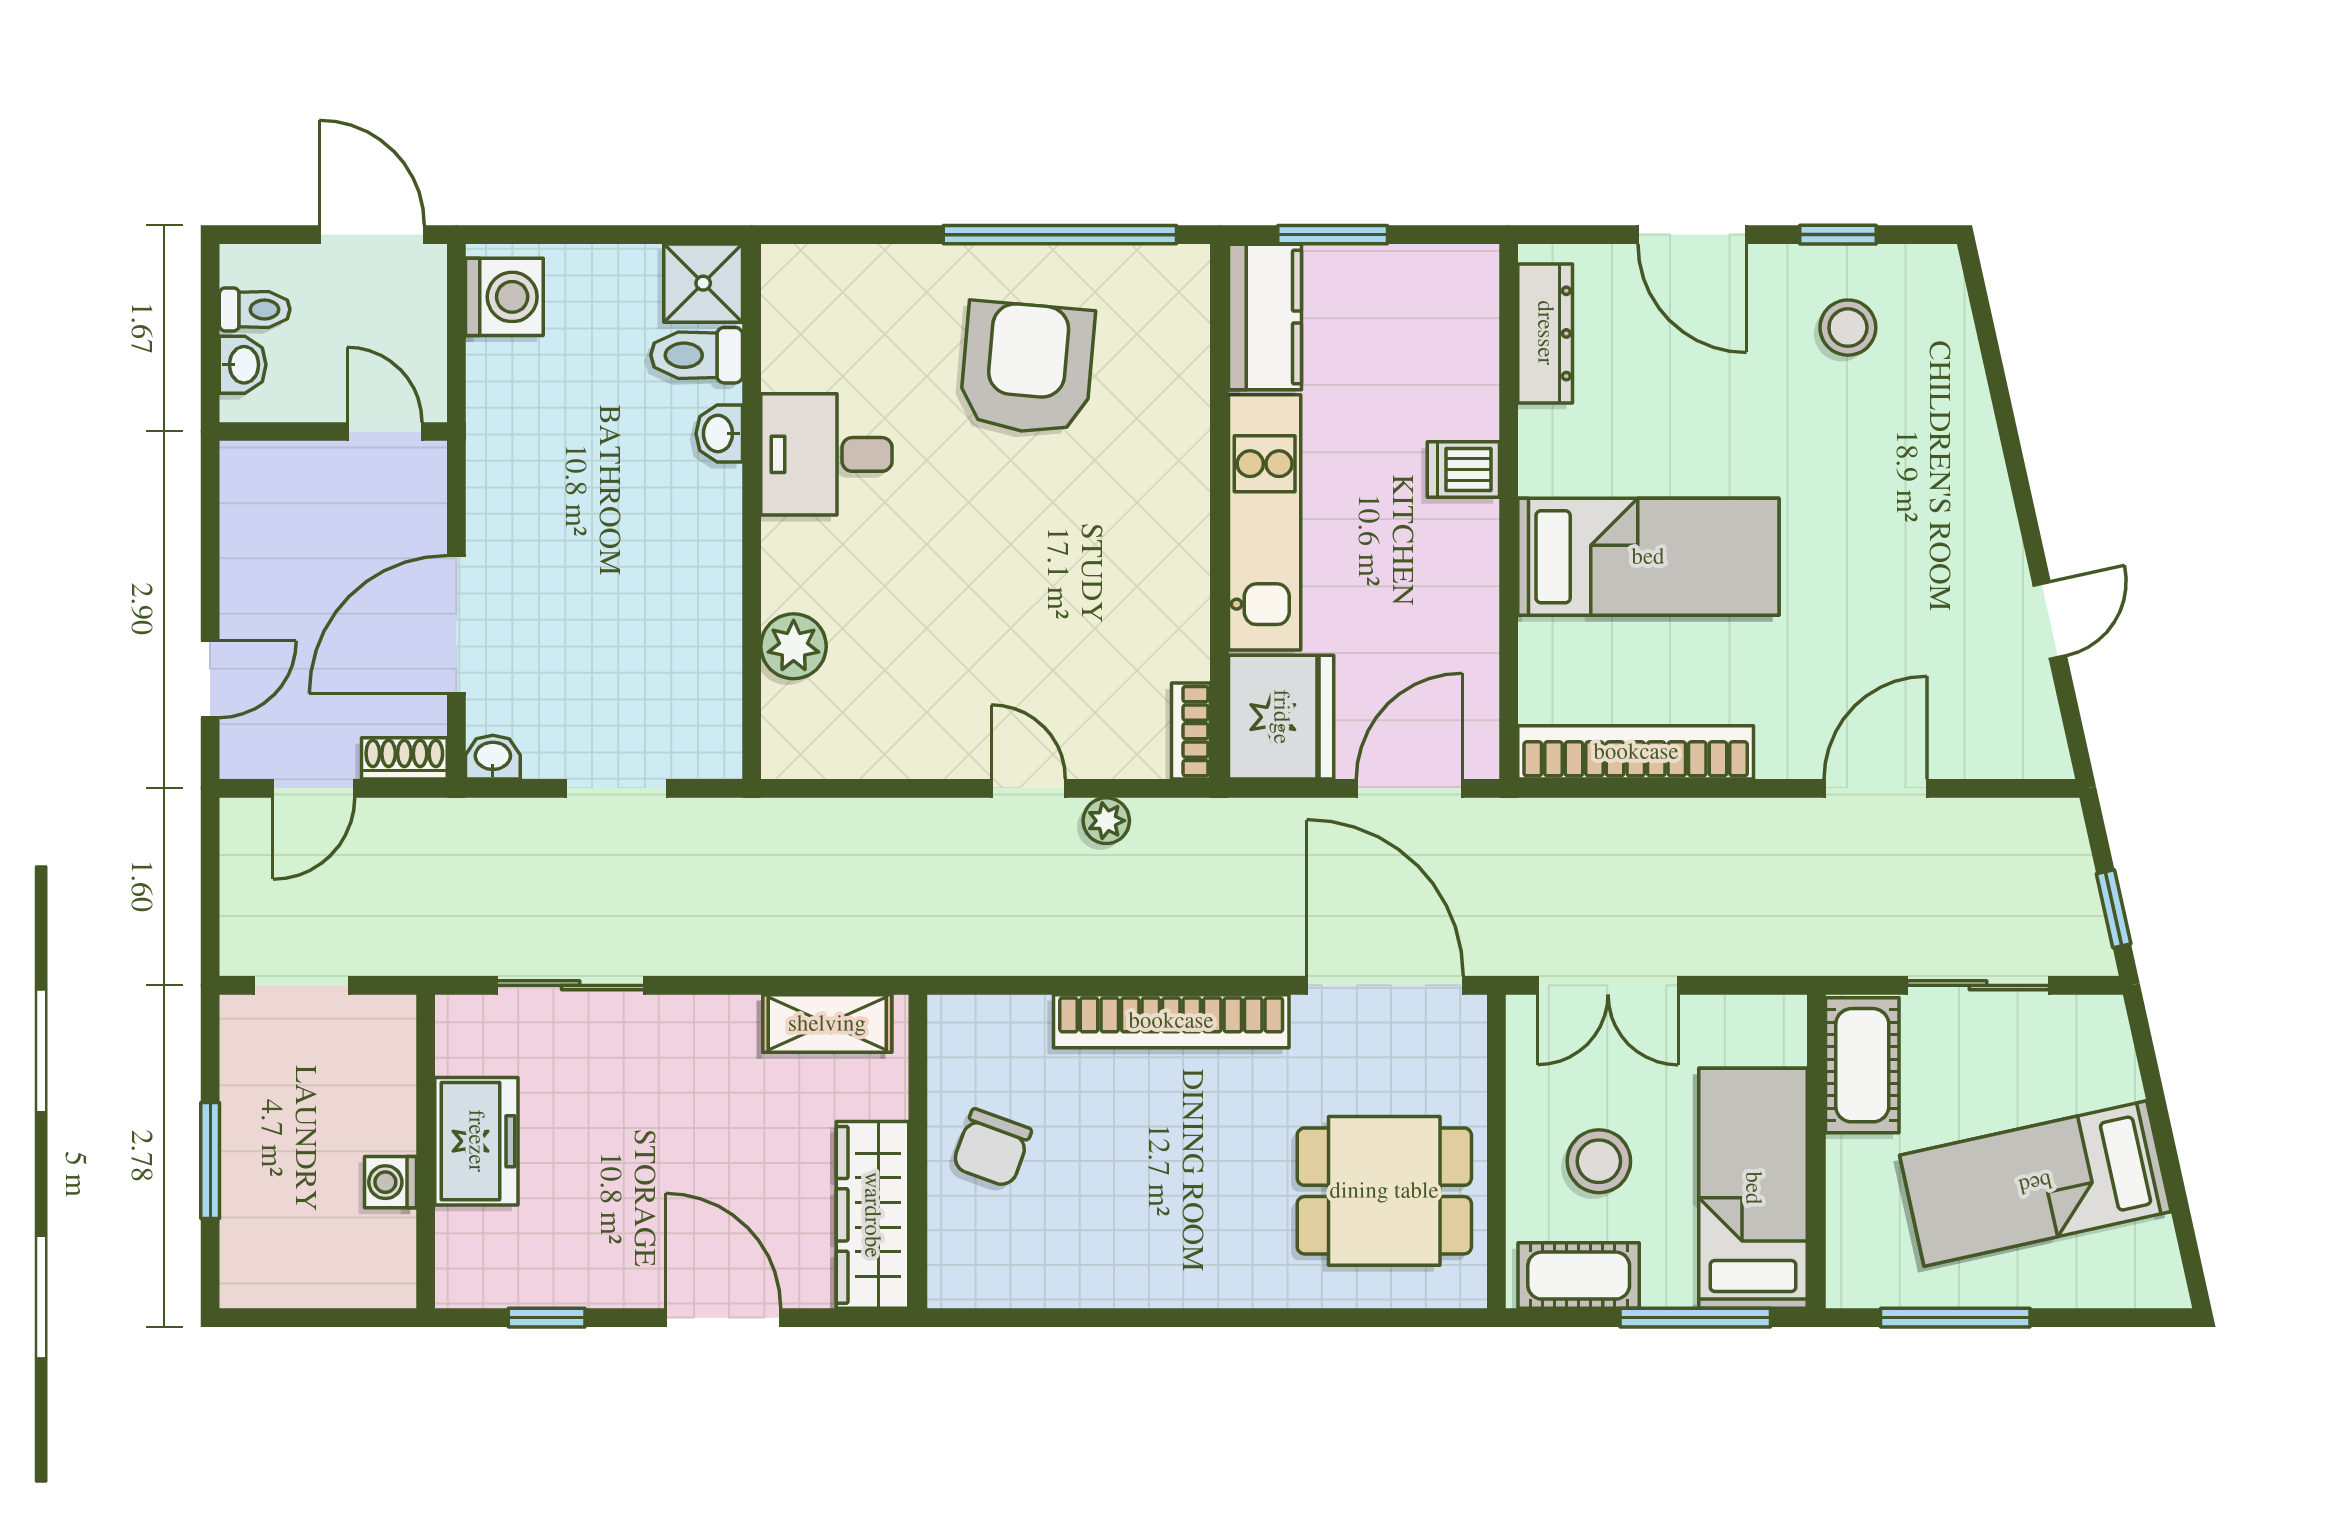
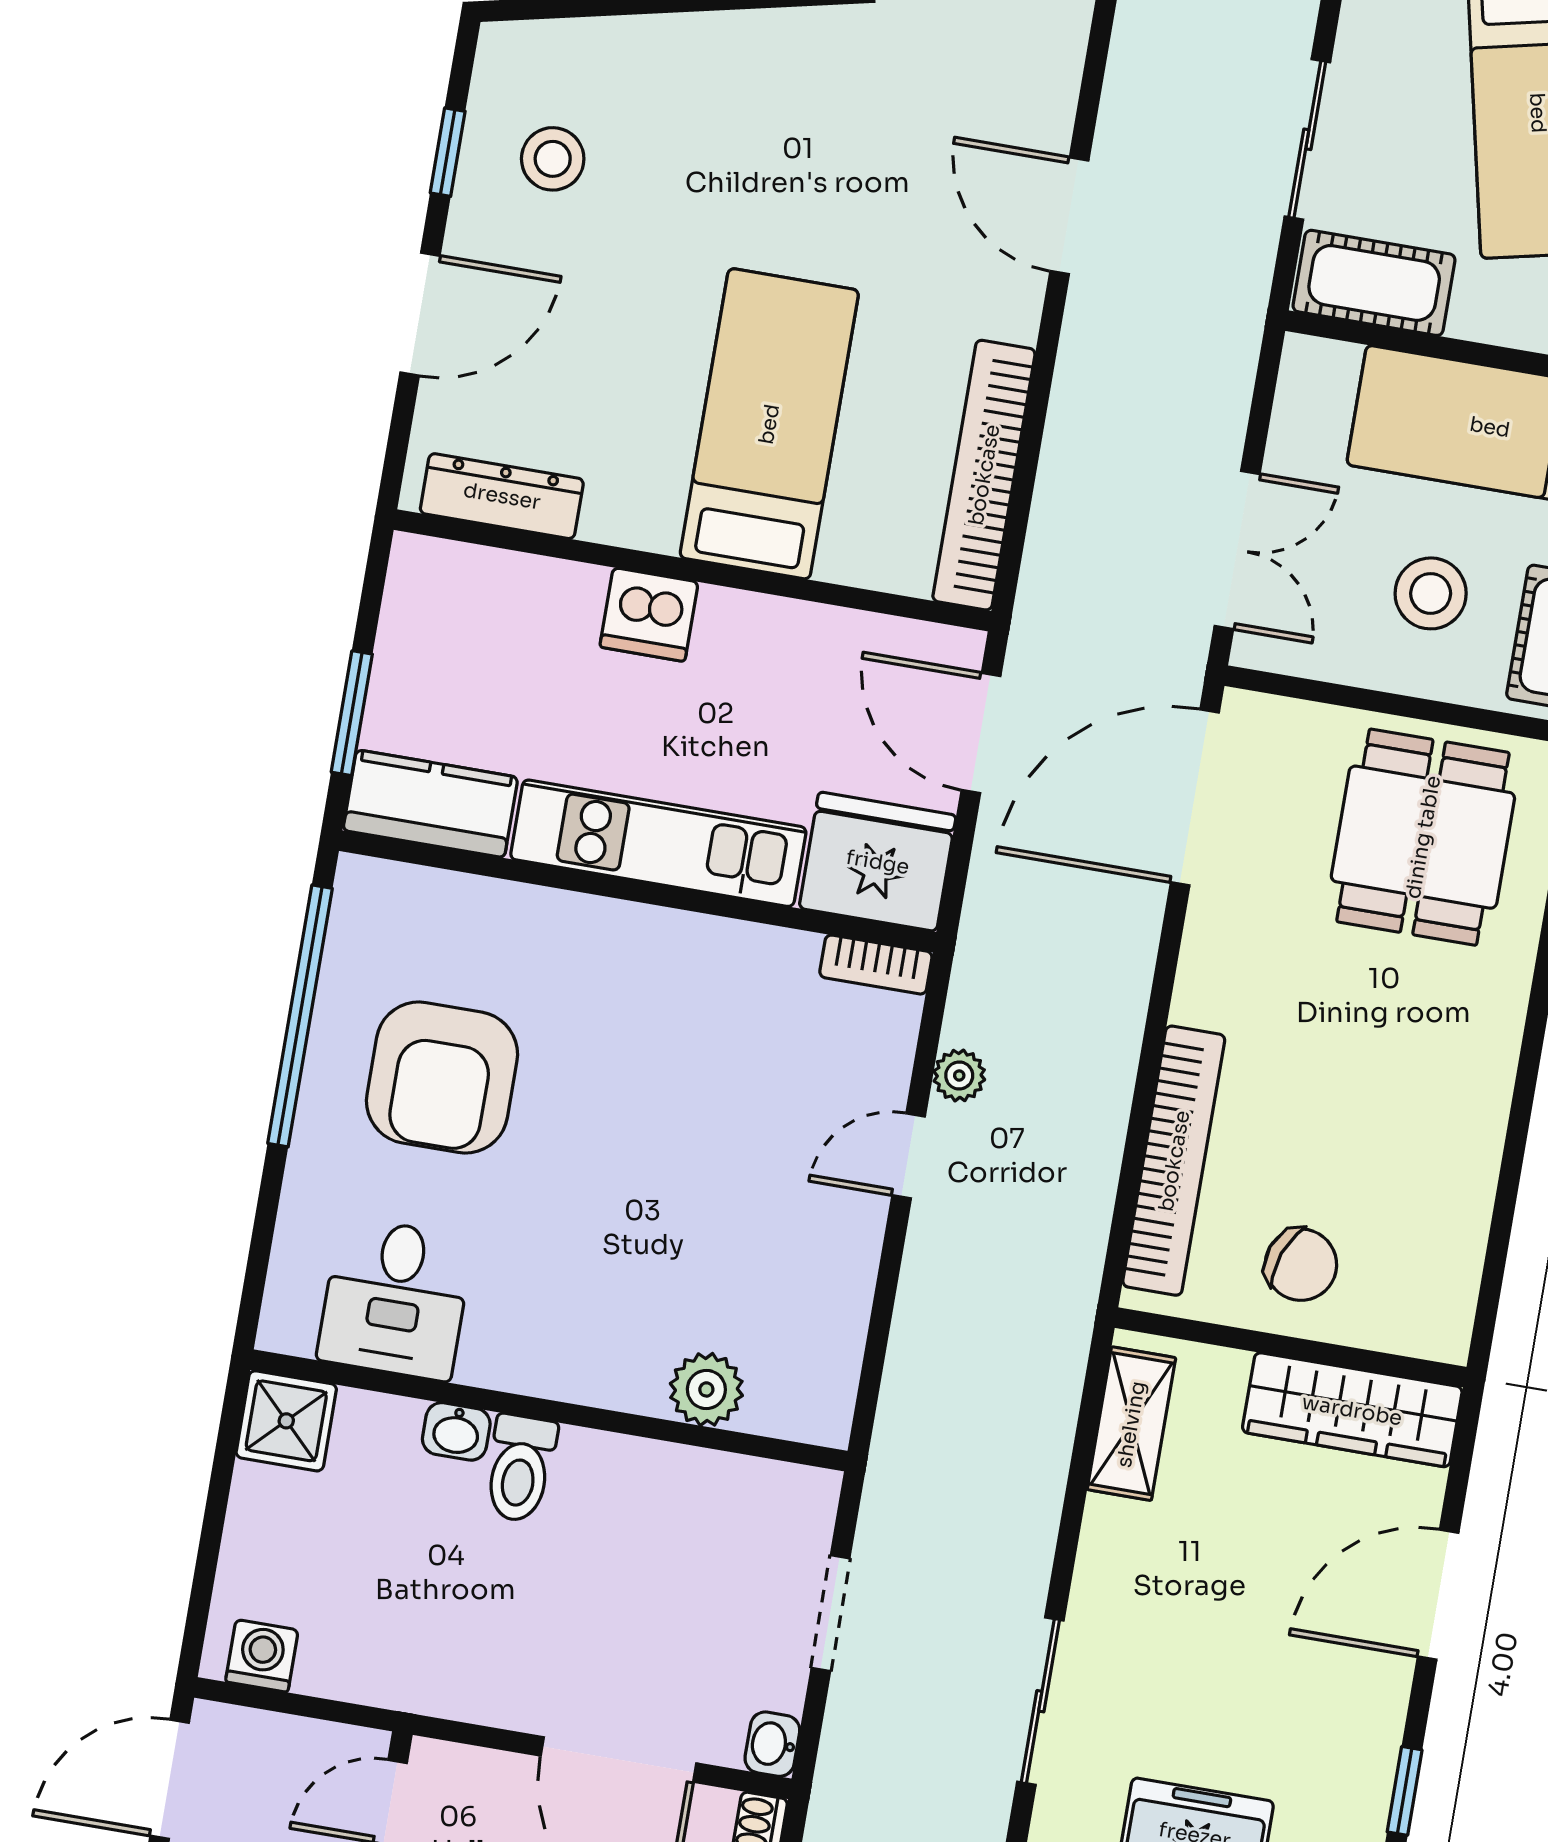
washing machine: (504, 297) -> (262, 1656), width x0.73, depth x0.73
toilet: (697, 355) -> (520, 1468), moved
armchair: (1027, 368) -> (442, 1078), turned -95
desk: (826, 454) -> (395, 1299), moved
dishwasher: (1463, 469) -> (649, 614), width x1.38
bookcase: (1171, 1021) -> (1174, 1161), moved

